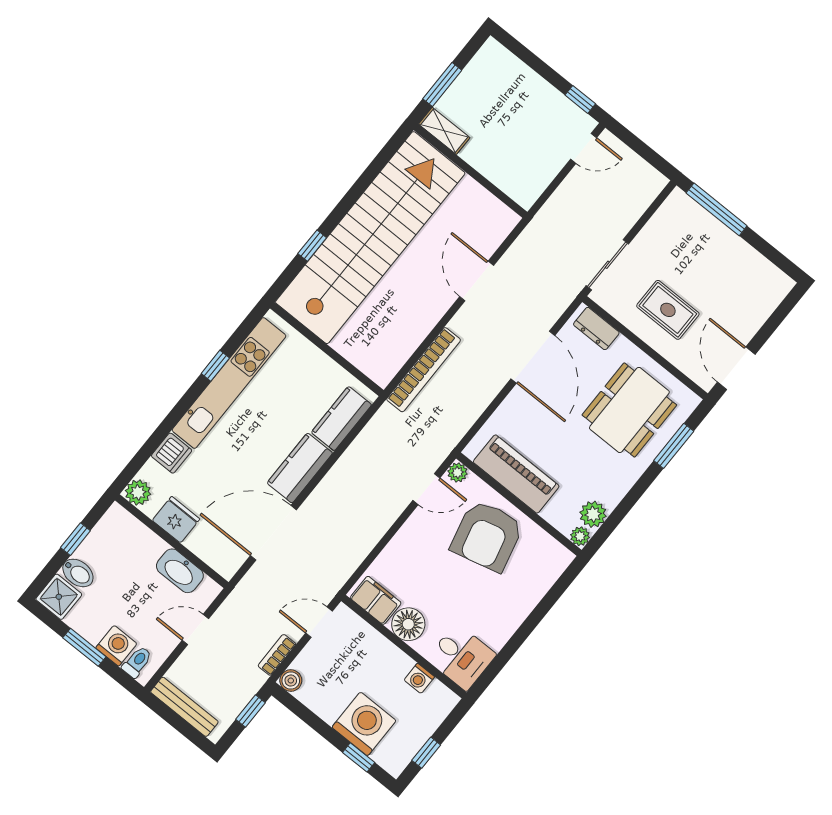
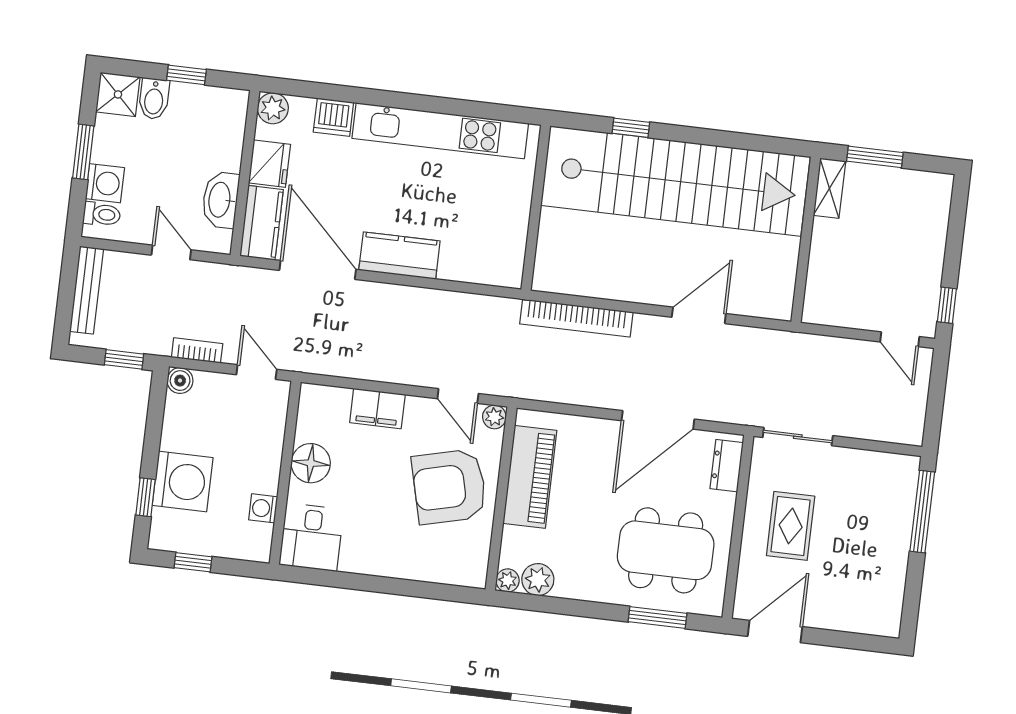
window: (215, 366) -> (449, 106), removed
kitchen counter: (341, 419) -> (262, 223), moved, turned 90
filing cabinet: (376, 600) -> (377, 408), moved, turned 90

